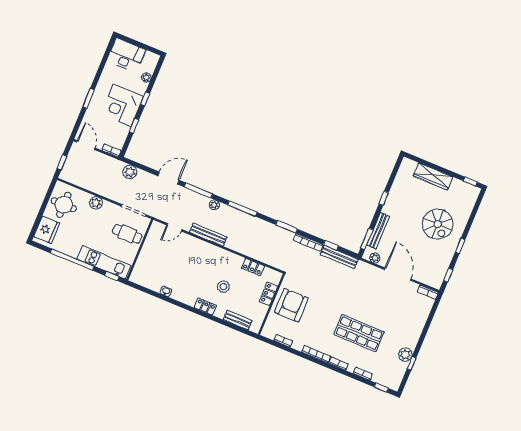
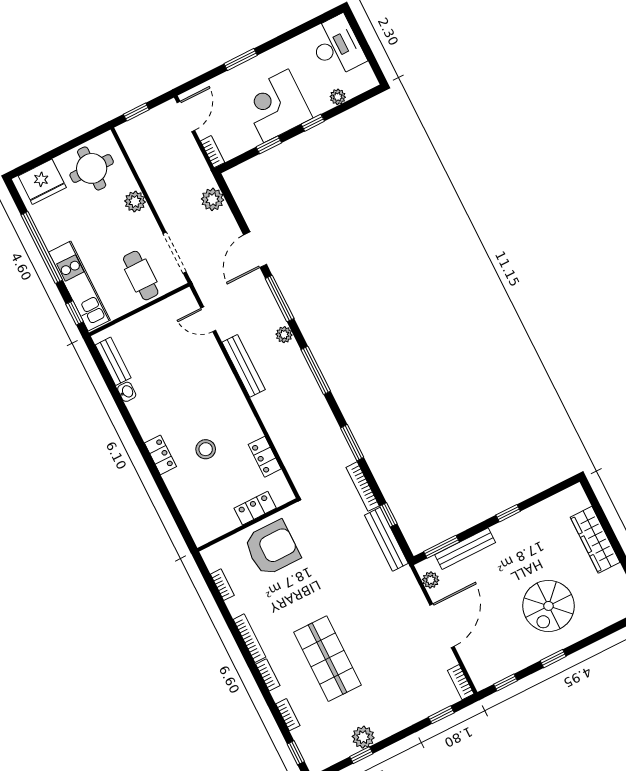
door: (168, 178) -> (255, 250), swing flipped
window: (432, 314) -> (441, 715), added
bench: (238, 320) -> (113, 361), moved

